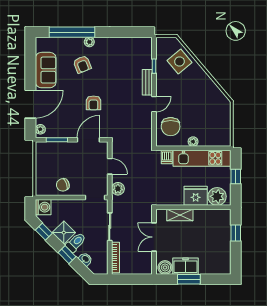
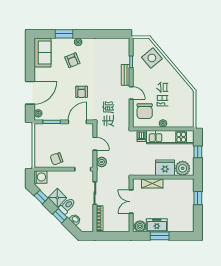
window: (72, 32) -> (64, 34), width x0.47
sofa: (46, 70) -> (42, 53), moved
door: (154, 104) -> (131, 93), hinge flipped

